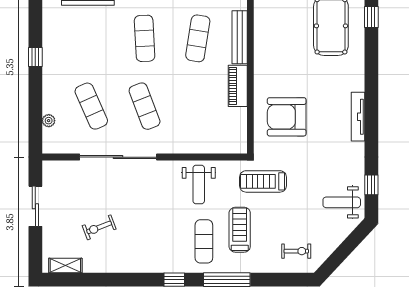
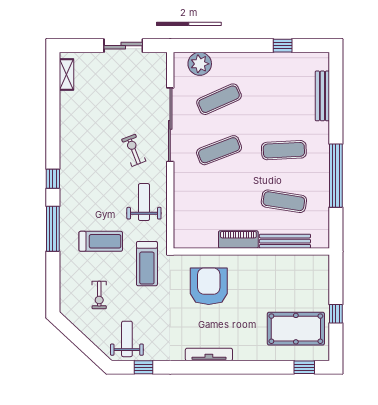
window: (35, 57) -> (283, 46), moved
plant: (49, 121) -> (200, 64), width x1.88, depth x1.88
treadmill: (263, 181) -> (147, 264), turned 180
weight bench: (199, 184) -> (144, 202), turned 90
exercise bike: (99, 227) -> (134, 150), moved
exercise mat: (204, 241) -> (89, 207), removed
exercise bike: (296, 251) -> (99, 295), moved

